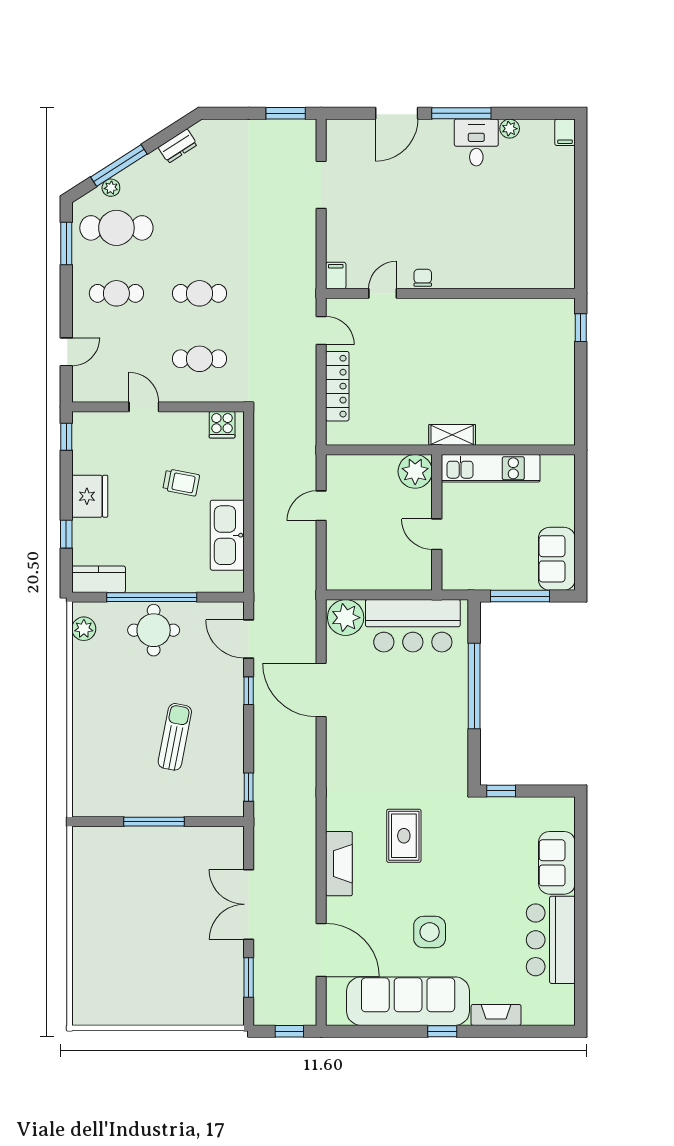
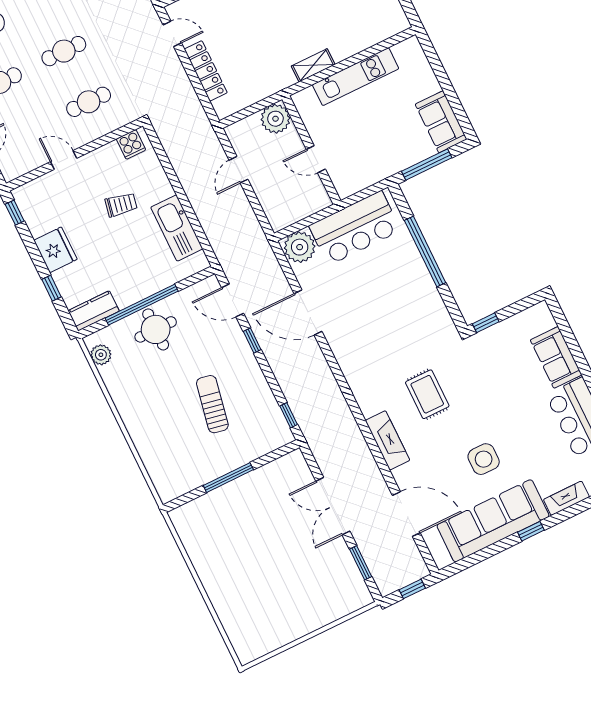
plant: (415, 471) -> (275, 119), moved
wall: (437, 522) -> (311, 150), moved
door: (437, 534) -> (316, 159), moved

